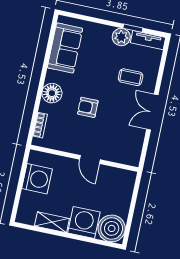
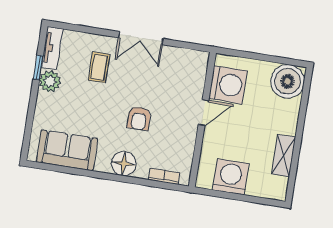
washing machine: (84, 222) -> (228, 85), moved, turned 180

